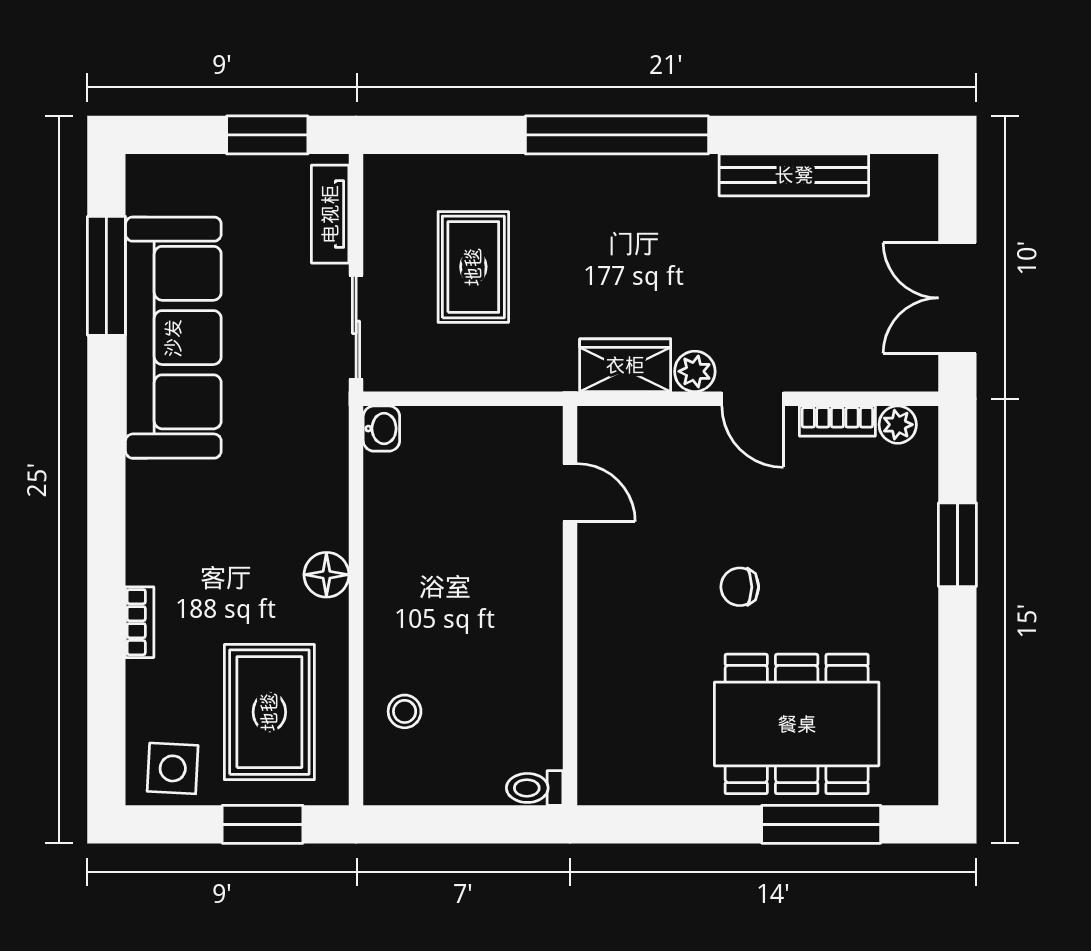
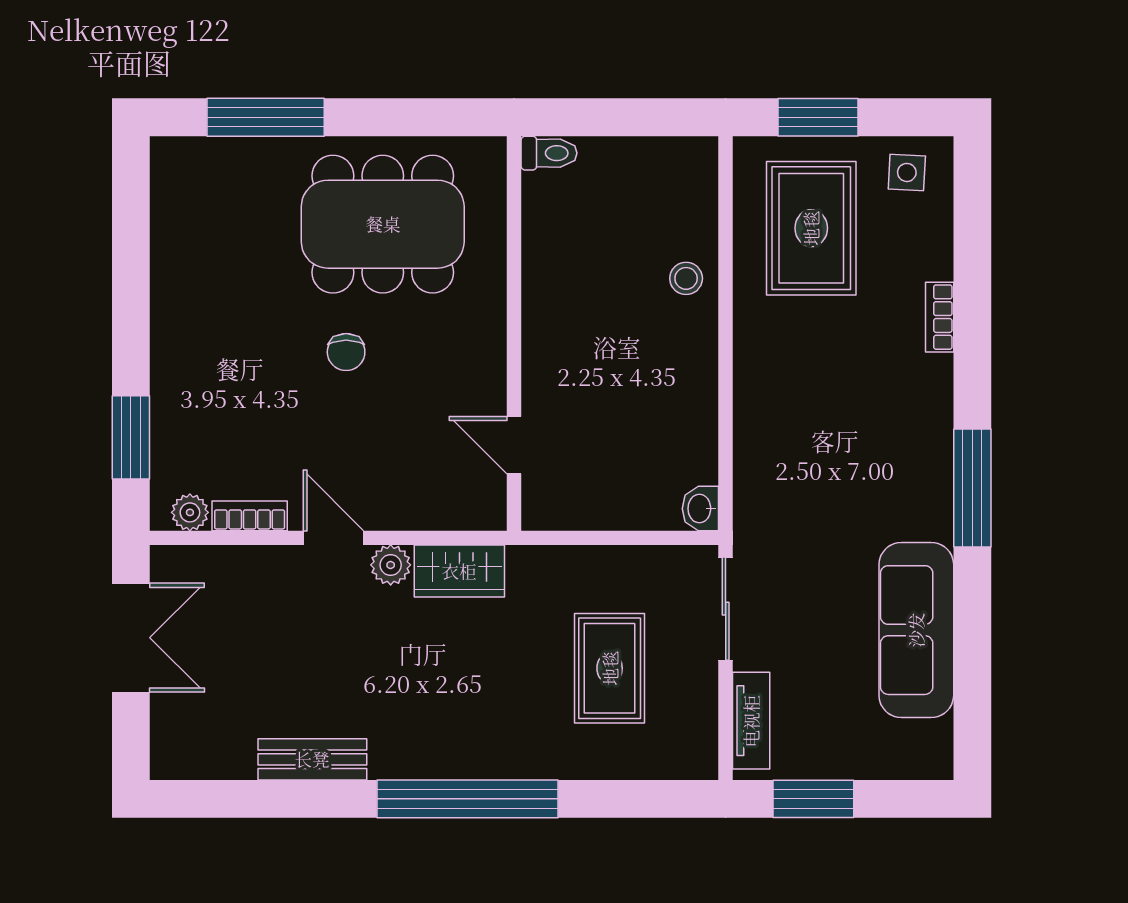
bench: (794, 175) -> (312, 759), width x0.73
window: (106, 276) -> (972, 488), moved
sofa: (173, 338) -> (916, 630), width x0.74, depth x0.79
window: (957, 545) -> (131, 437), moved
floor lamp: (326, 575) -> (755, 364), removed
chair: (740, 587) -> (346, 352), turned 90
stool: (405, 711) -> (686, 278), moved
dining table: (797, 724) -> (383, 224), moved
side table: (173, 768) -> (907, 172), width x0.73, depth x0.73

